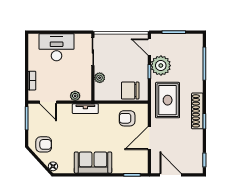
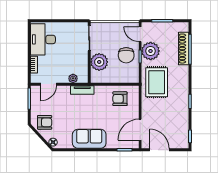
desk: (57, 47) -> (43, 39), moved, turned -90
plant: (100, 78) -> (99, 62), width x1.87, depth x1.87
chair: (130, 91) -> (126, 55), moved, turned -90
door: (48, 102) -> (49, 84), hinge flipped
shoe rack: (197, 111) -> (184, 49), moved
door: (149, 138) -> (140, 130), moved

